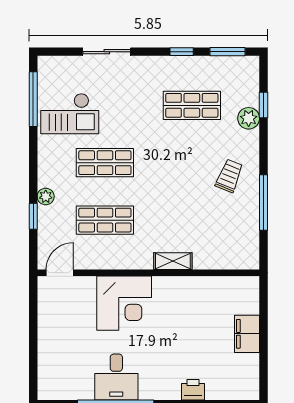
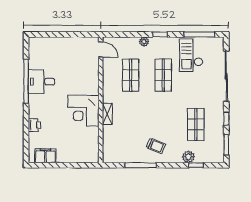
sliding door: (107, 52) -> (226, 76), width x1.86
window: (33, 216) -> (160, 34), moved
corner desk: (124, 303) -> (83, 111), moved
filing cabinet: (247, 334) -> (45, 156), moved

